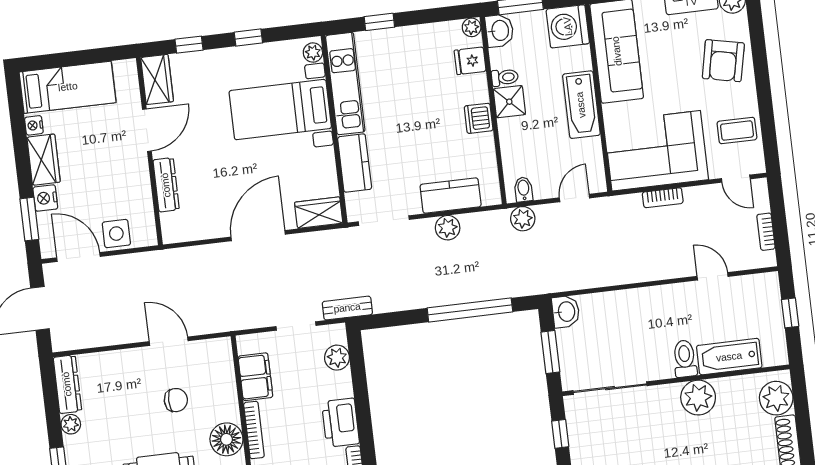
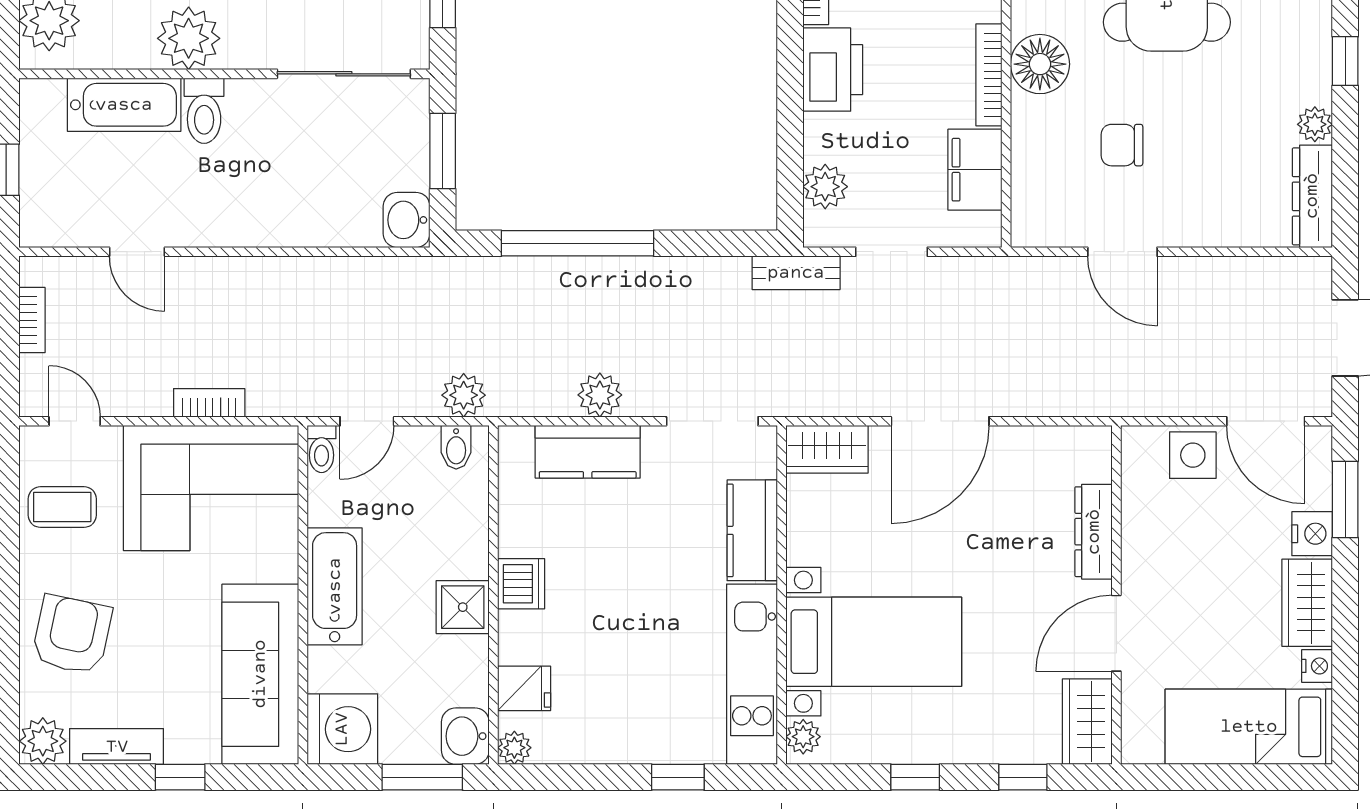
toilet: (505, 77) -> (322, 449), moved, turned -90

